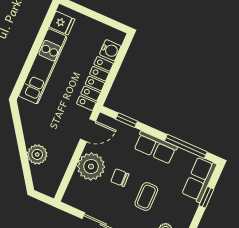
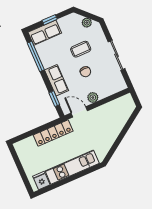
water cooler: (110, 50) -> (29, 143), removed
row of seats: (155, 147) -> (57, 80), moved
plant: (37, 154) -> (118, 124), removed
plant: (91, 166) -> (93, 97), width x0.53, depth x0.53

